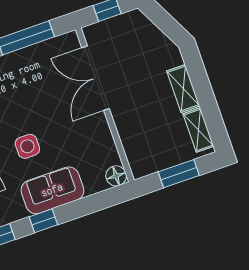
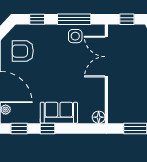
side table: (27, 146) -> (75, 36), moved

